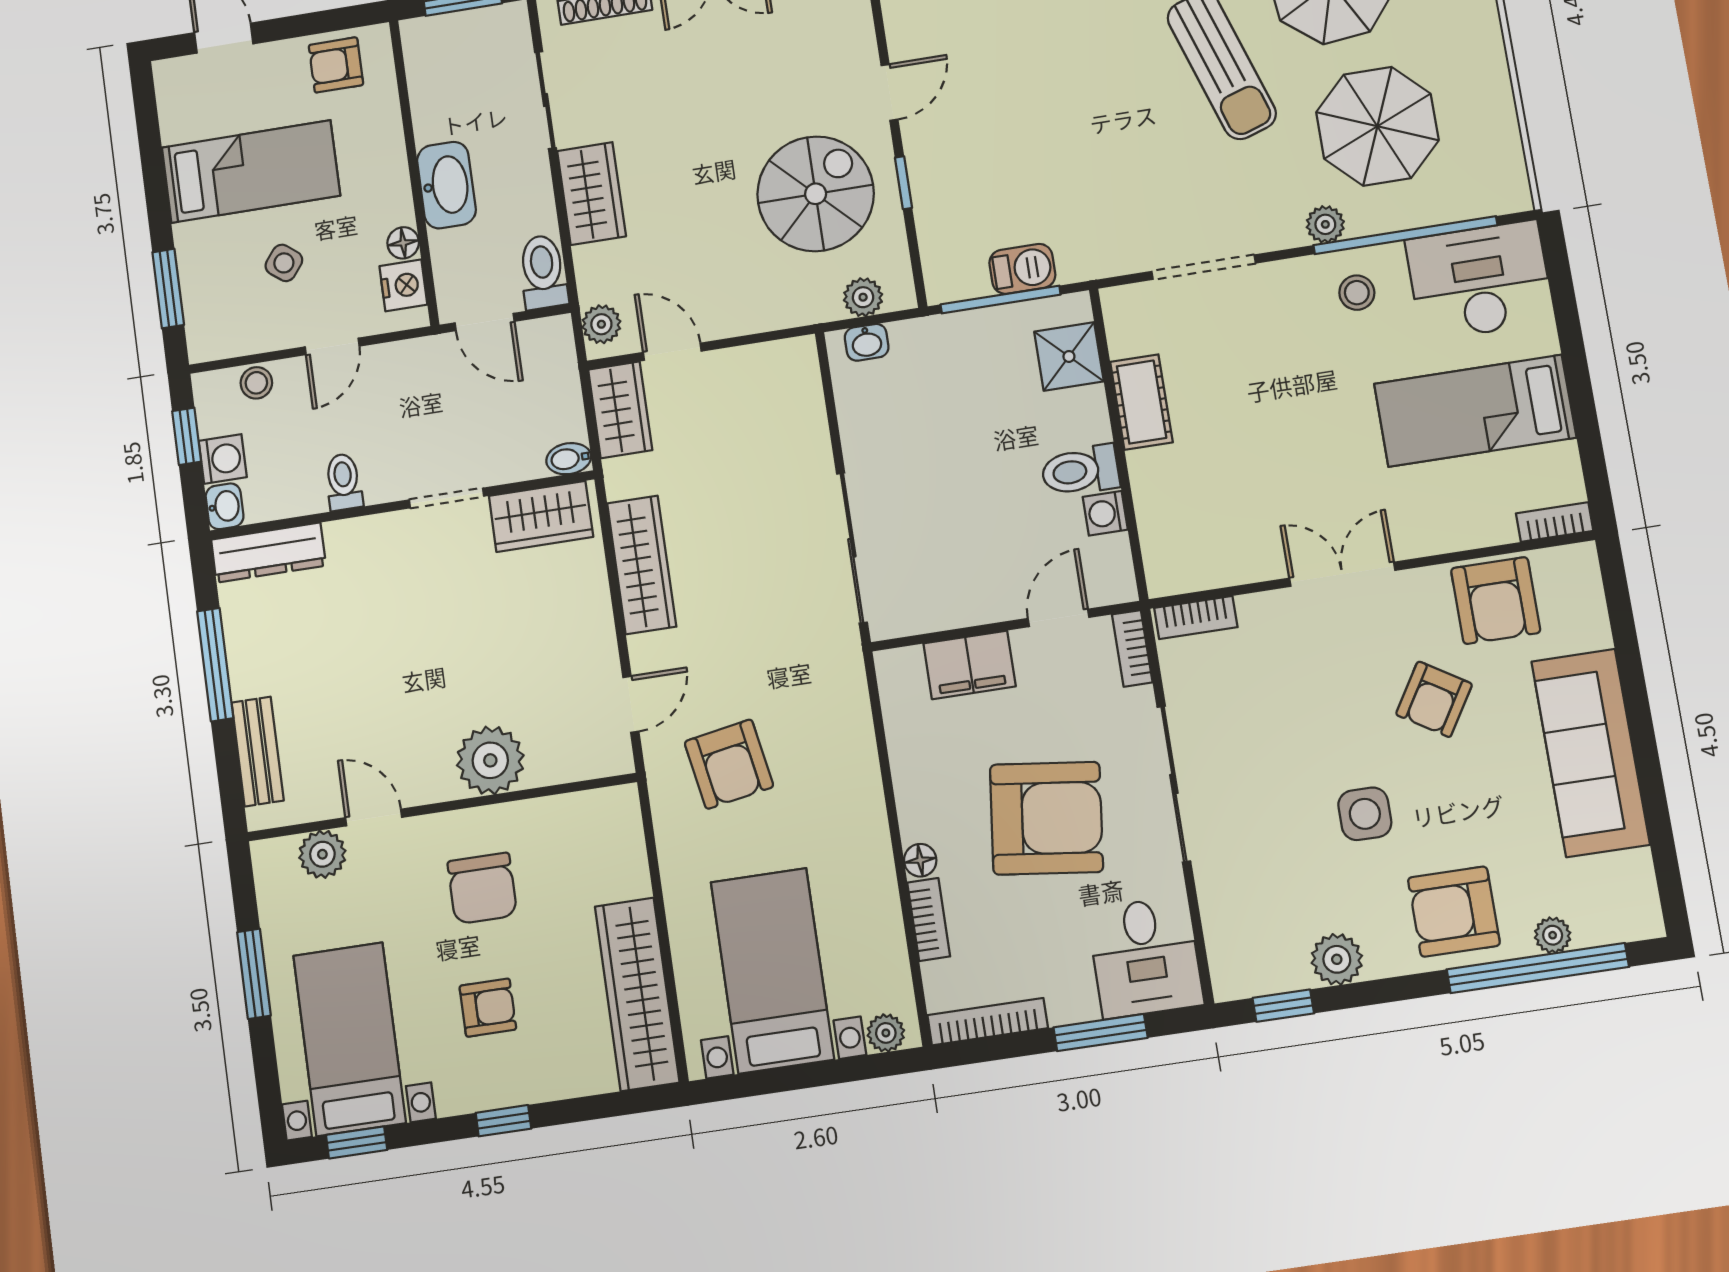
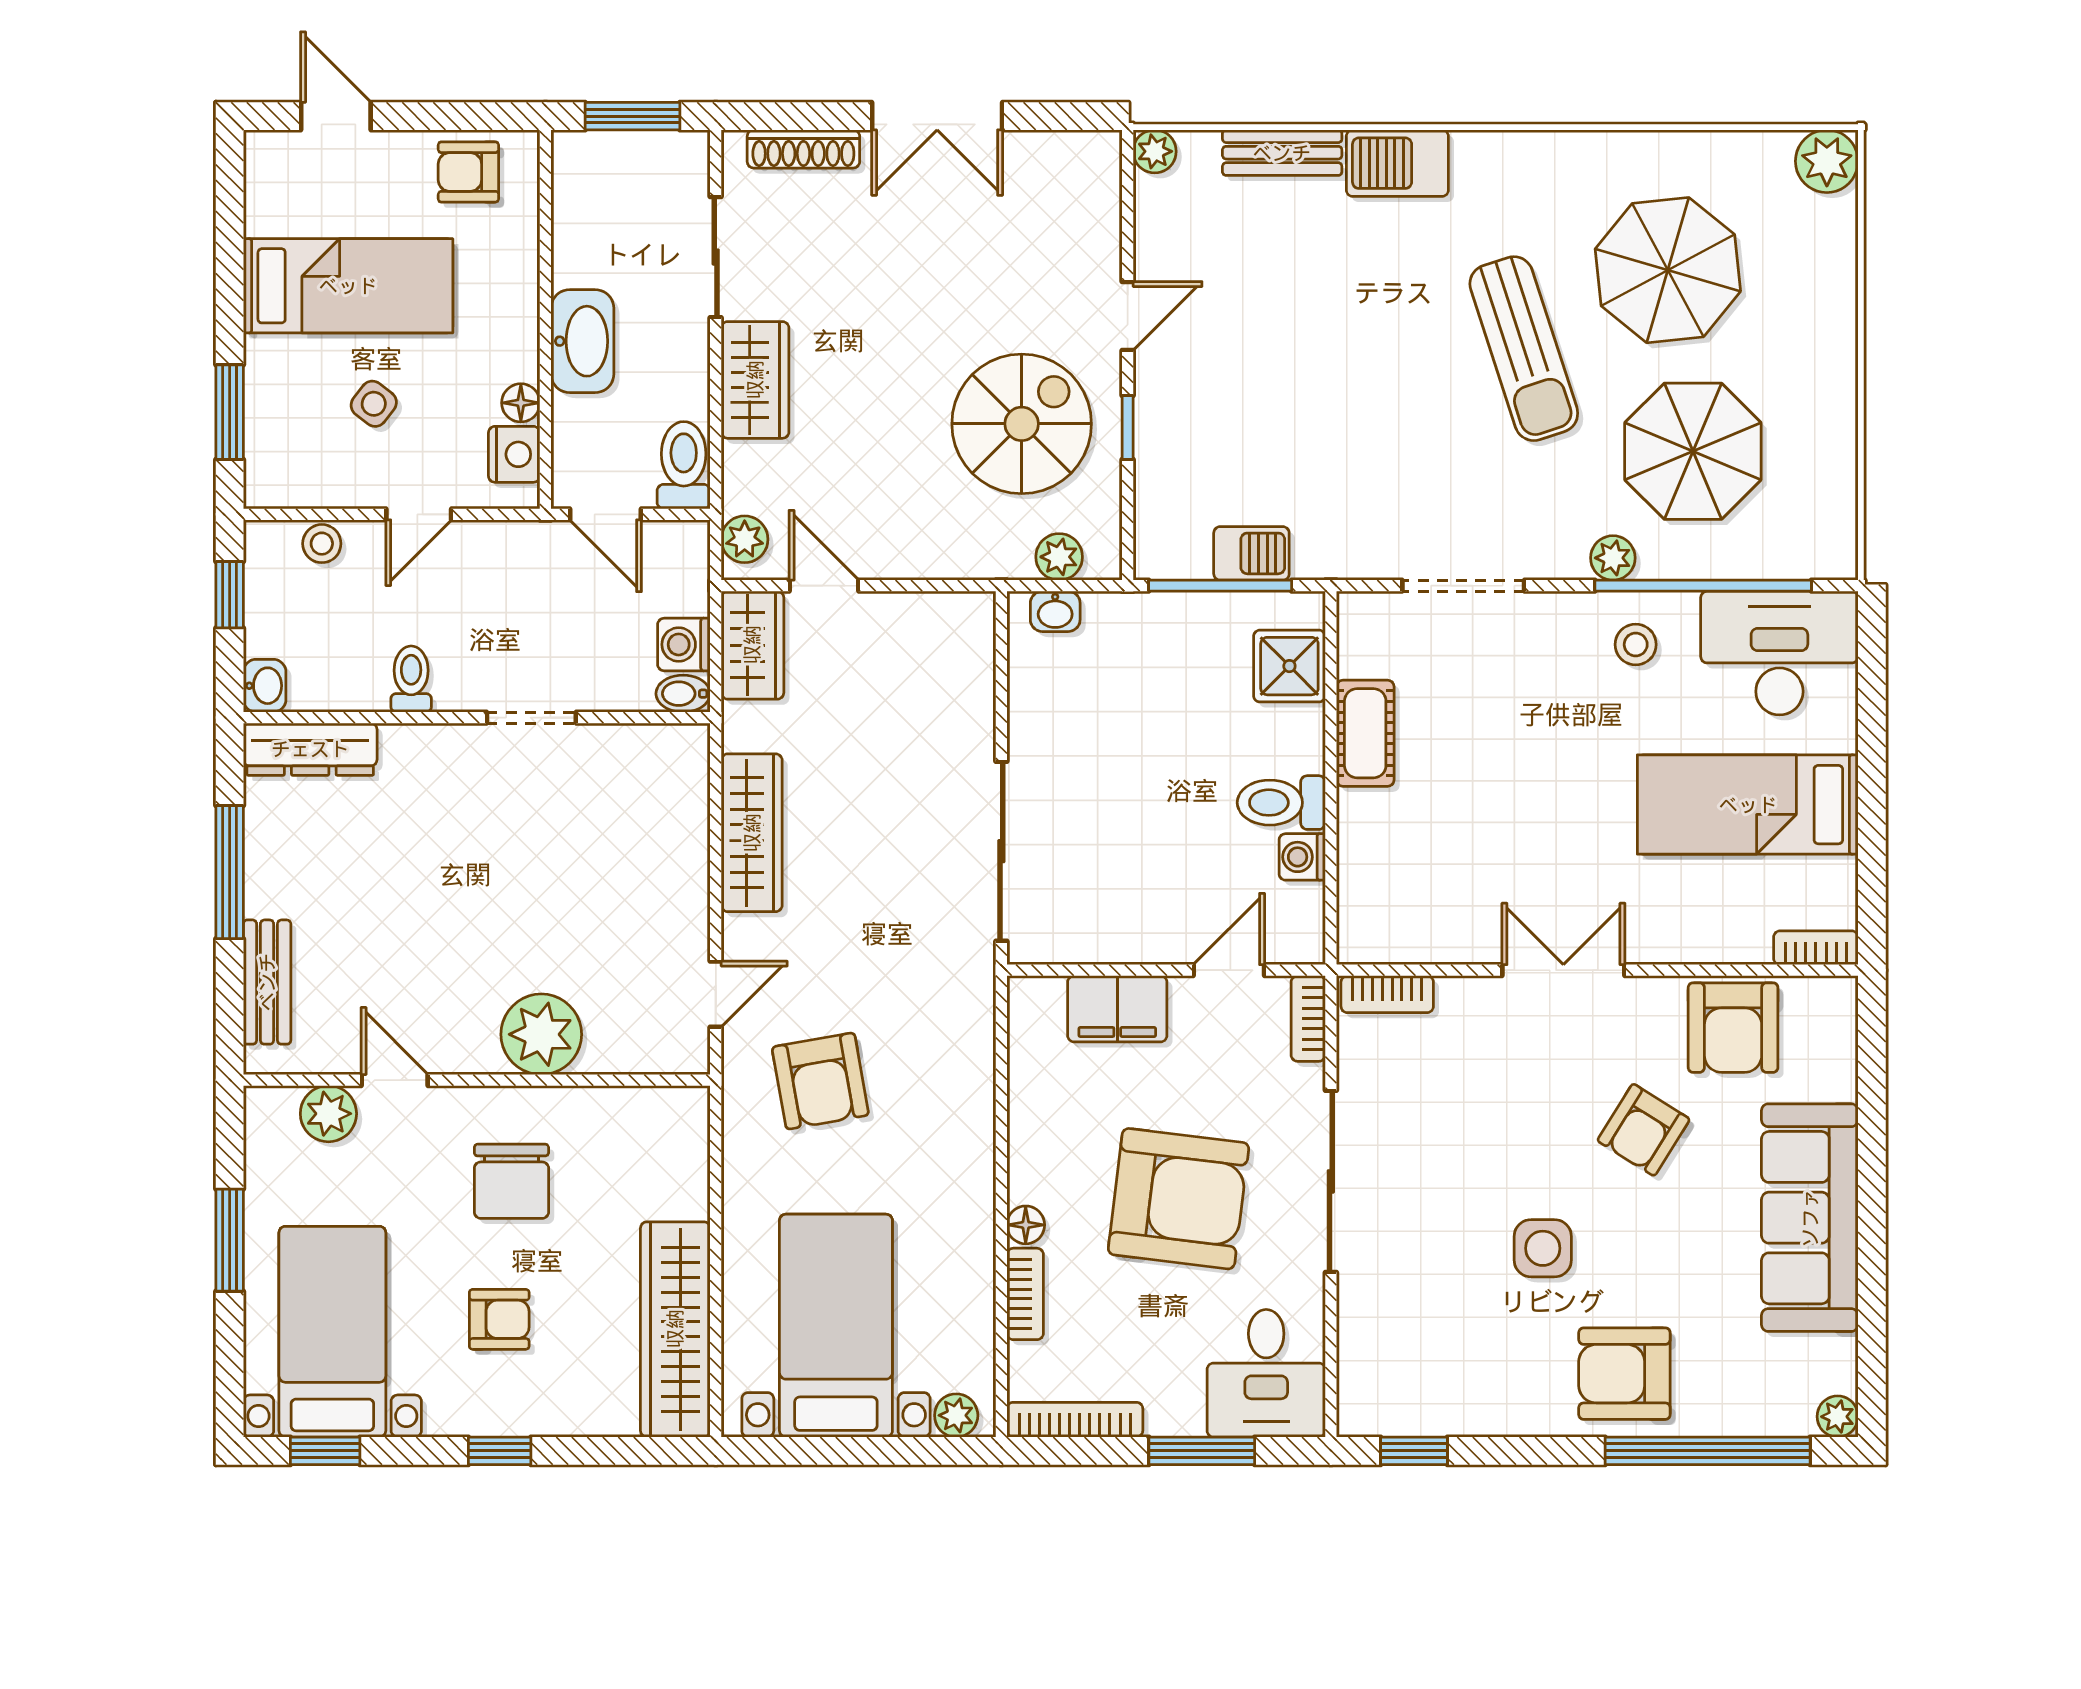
washing machine: (223, 459) -> (684, 644), moved, turned 180
wardrobe: (541, 516) -> (641, 757), removed
plant: (1553, 935) -> (1838, 1417), moved
plant: (1337, 959) -> (1483, 1408), removed

